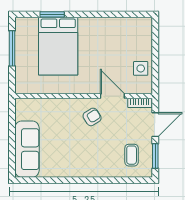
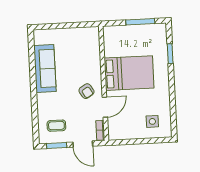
bed: (58, 46) -> (129, 73), moved, turned 180
side table: (141, 68) -> (152, 121), moved
sofa: (27, 149) -> (45, 69), moved, turned -90

